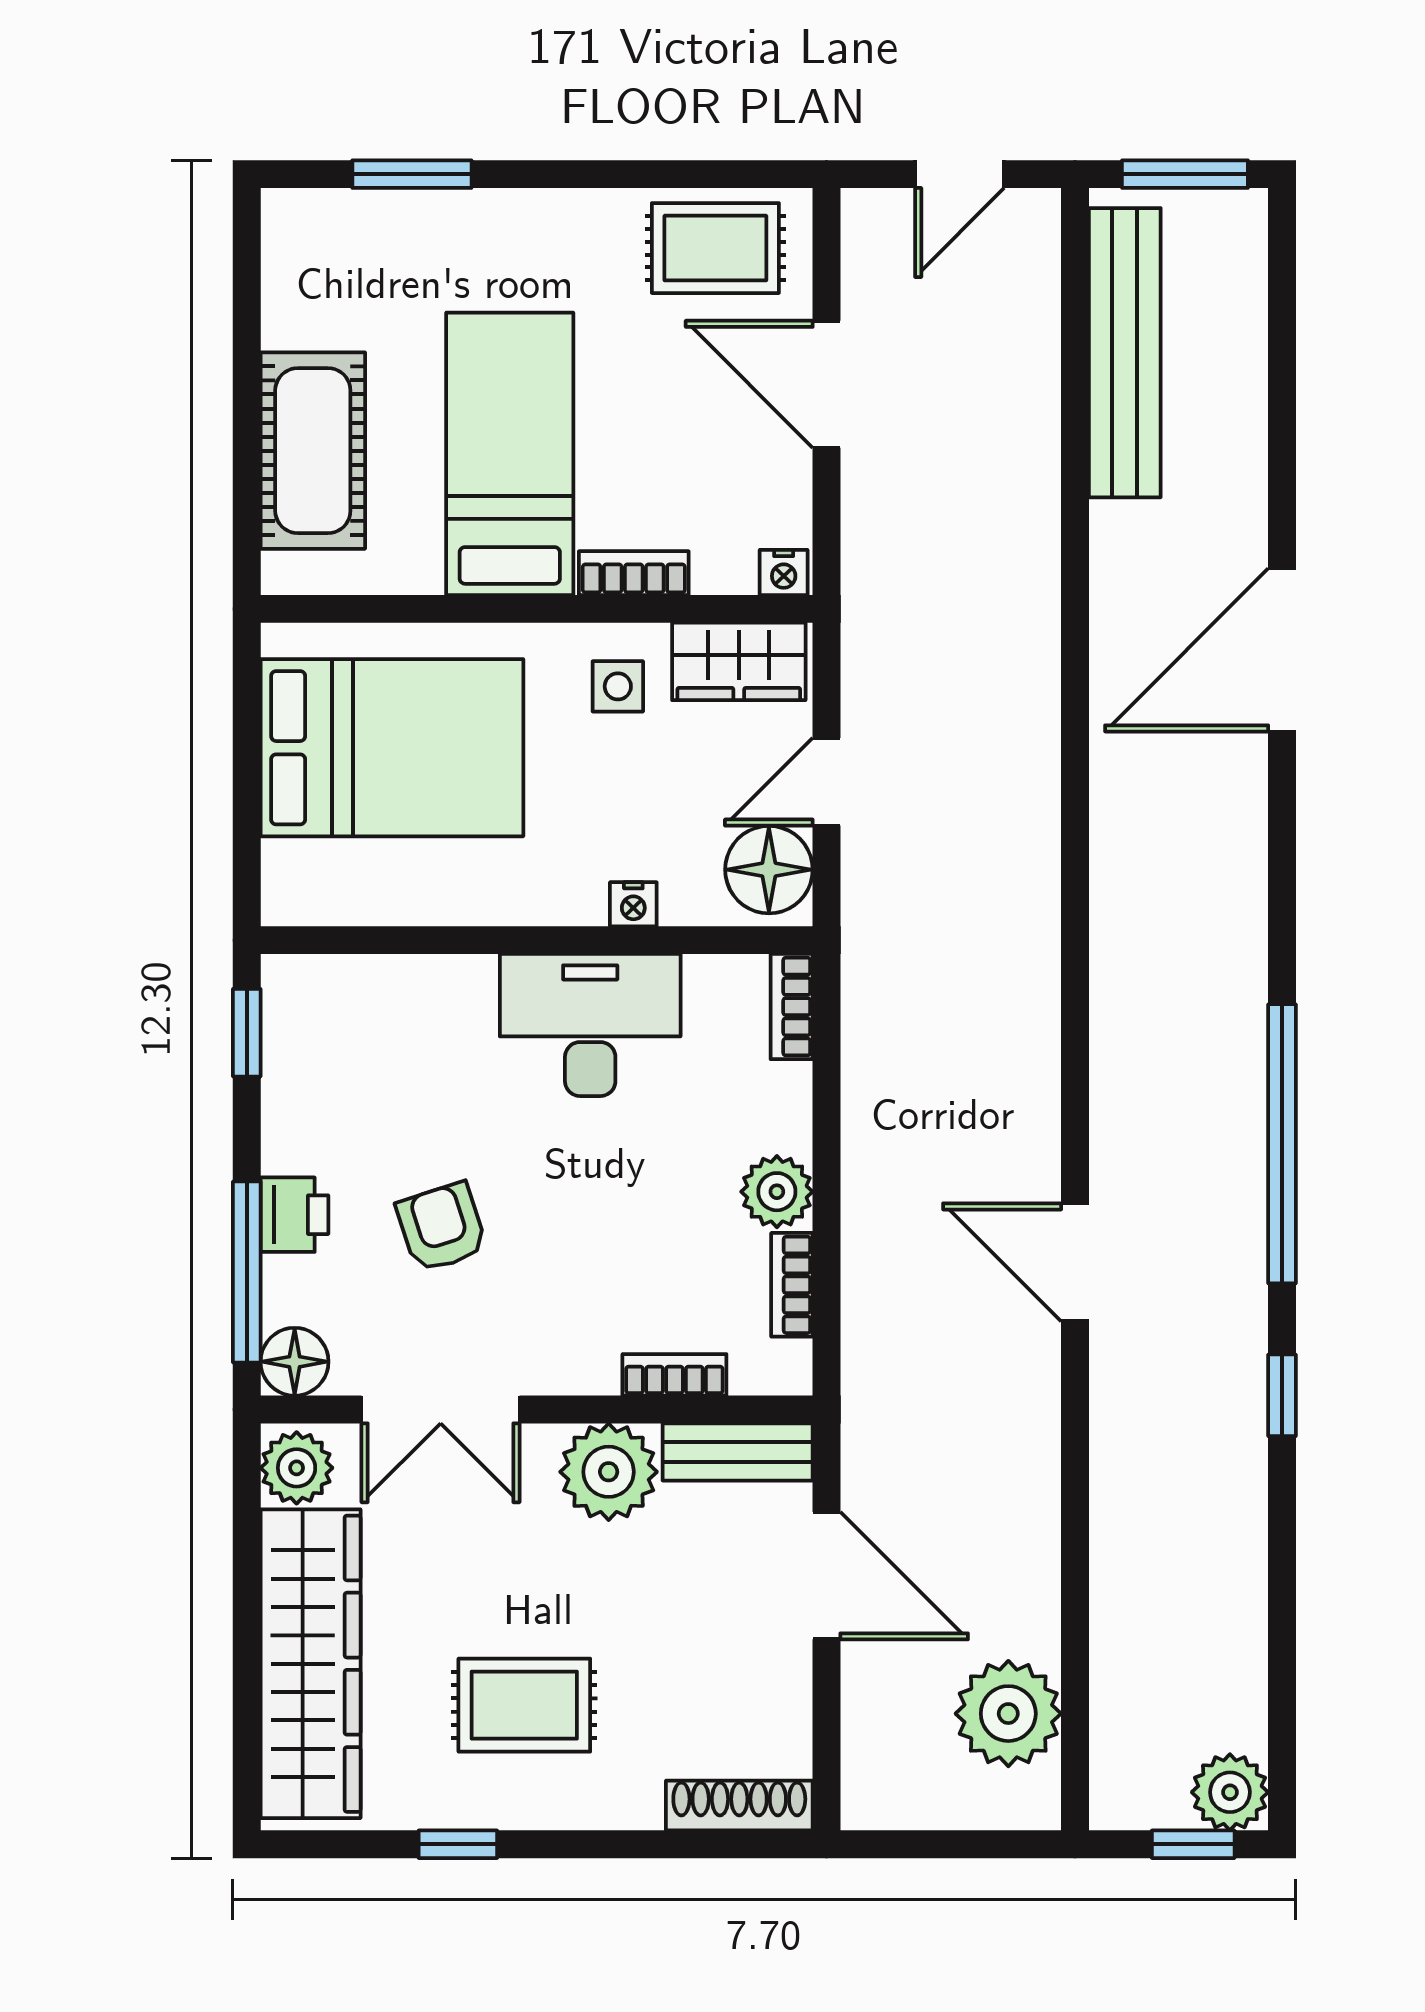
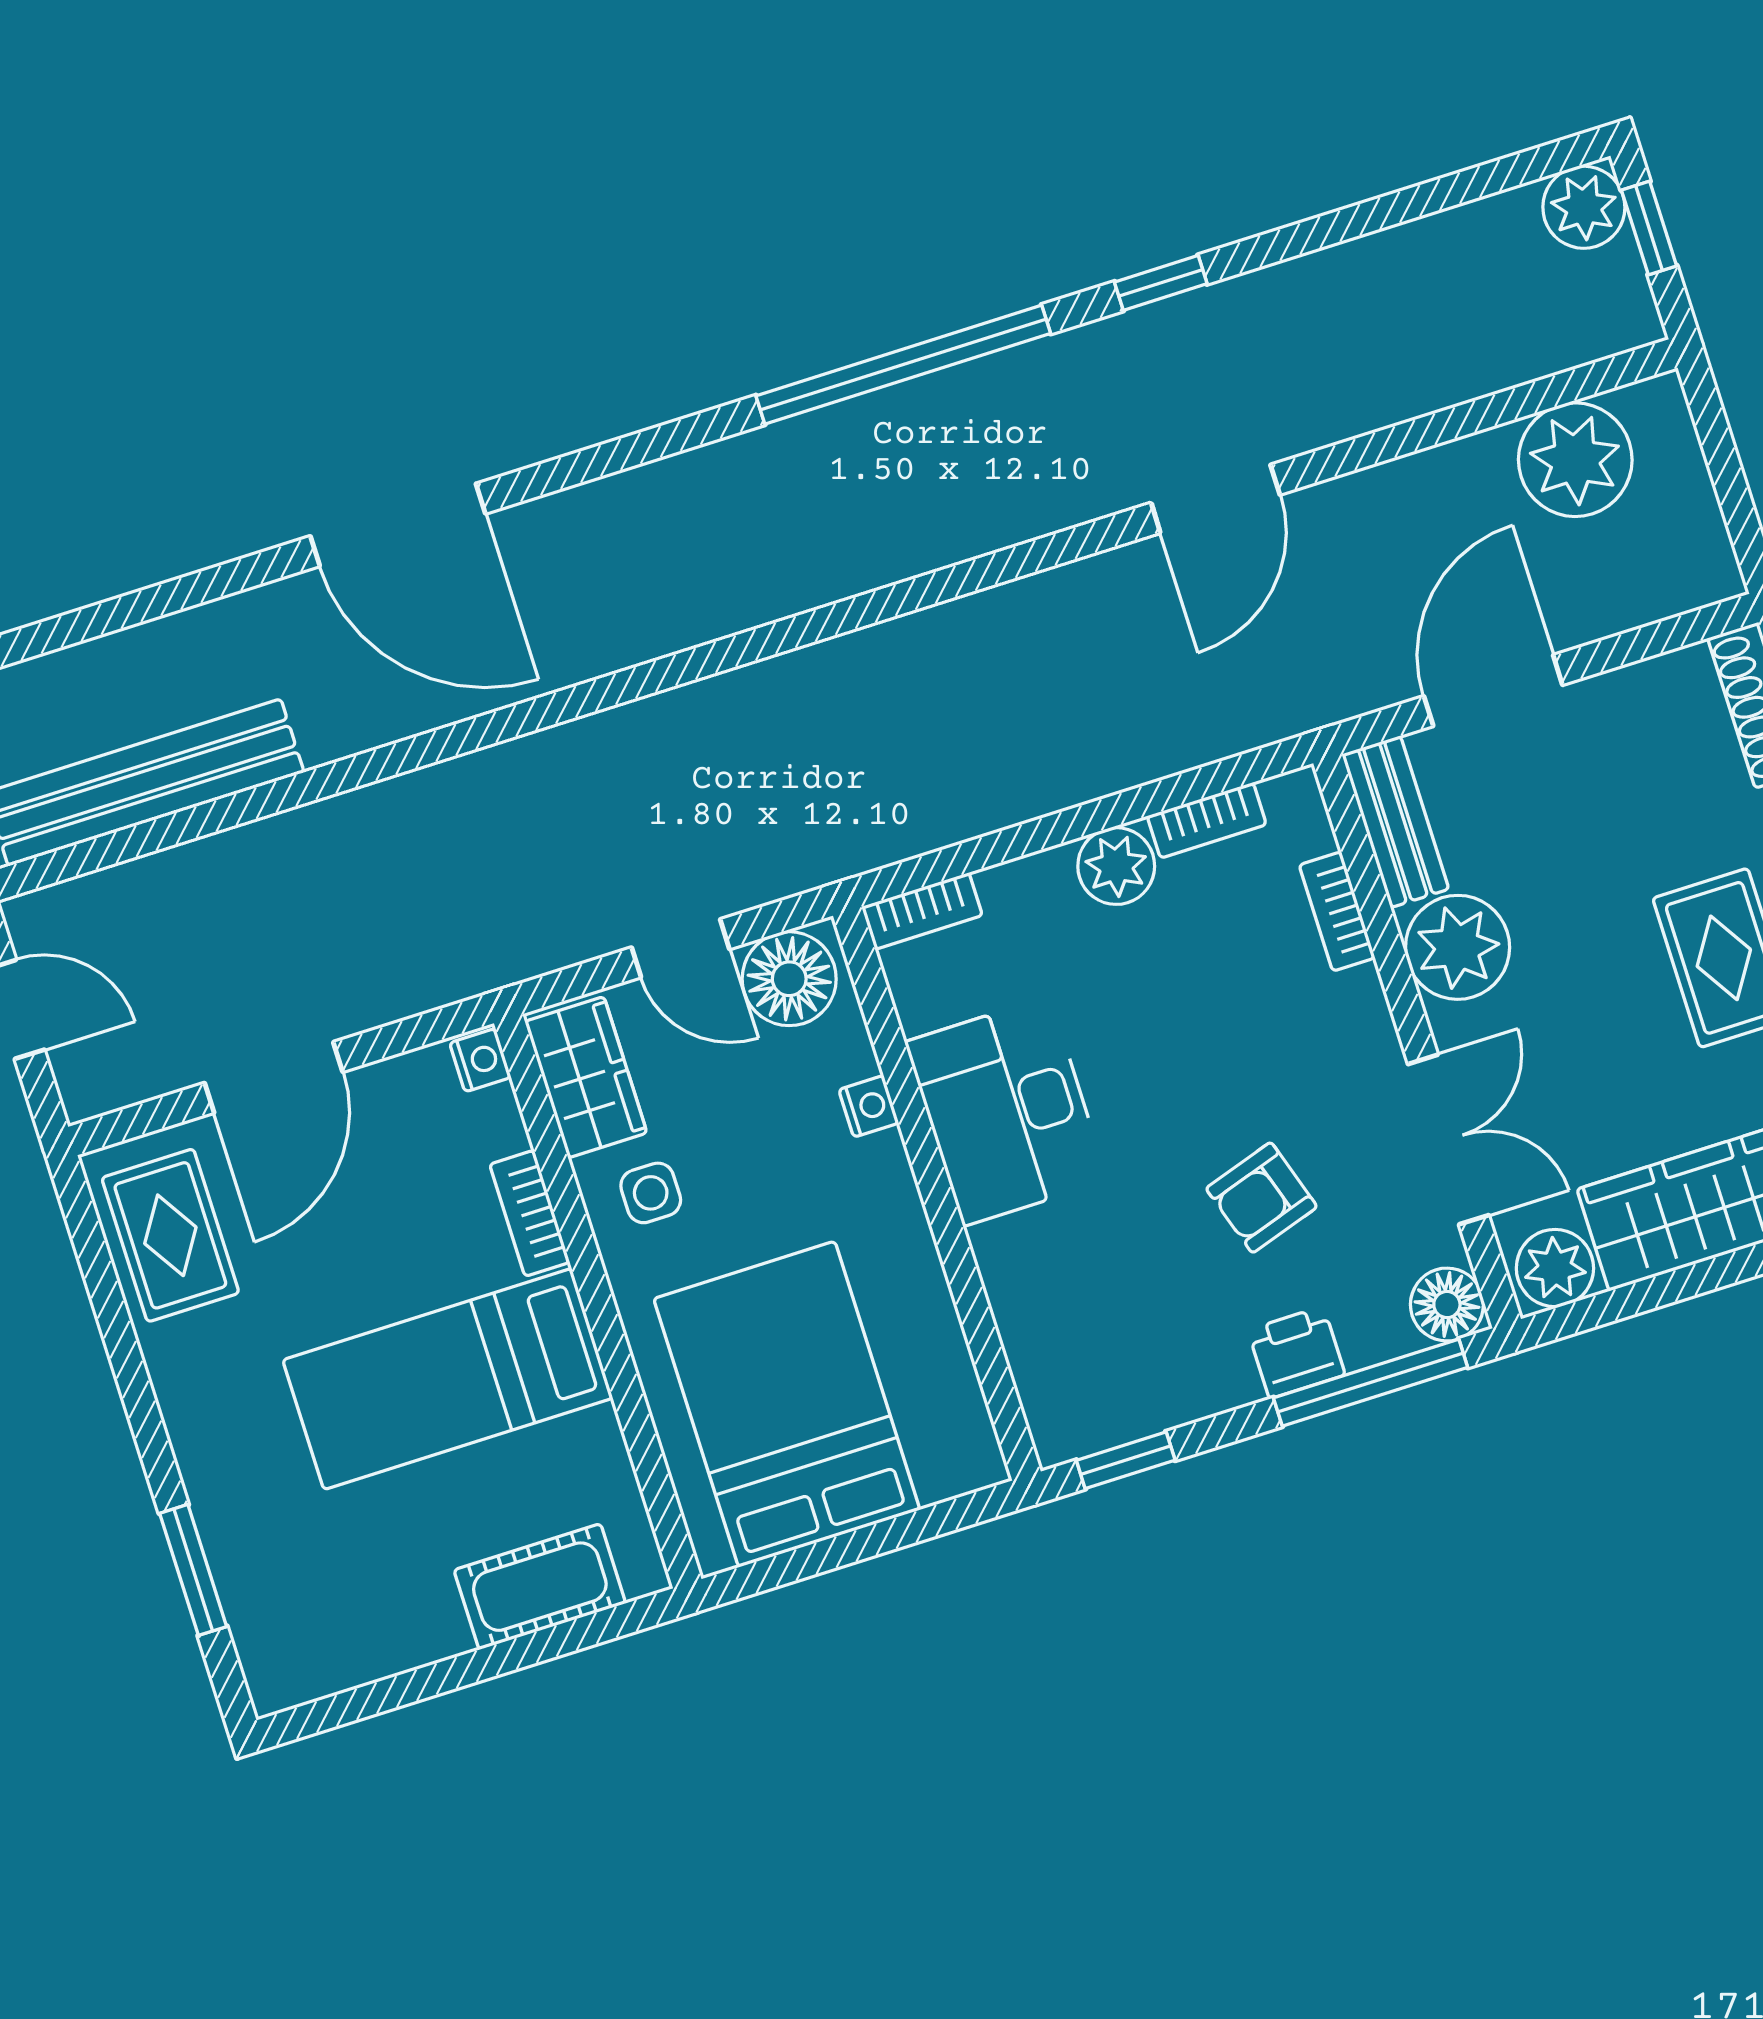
cot: (313, 451) -> (540, 1587), width x0.73, depth x0.75
door: (1075, 1262) -> (1215, 499), moved

